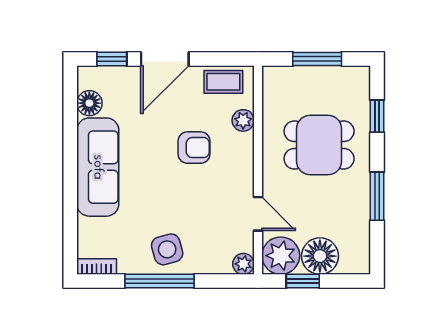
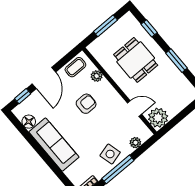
dining table: (319, 145) -> (136, 60), turned 90
floor lamp: (320, 256) -> (174, 104), removed
plant: (243, 264) -> (135, 143), moved
window: (303, 281) -> (176, 120), removed

